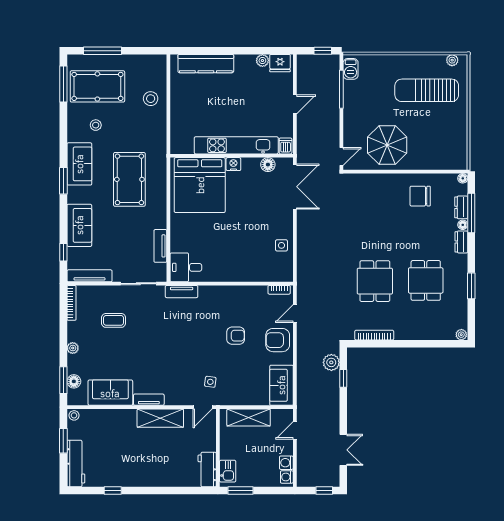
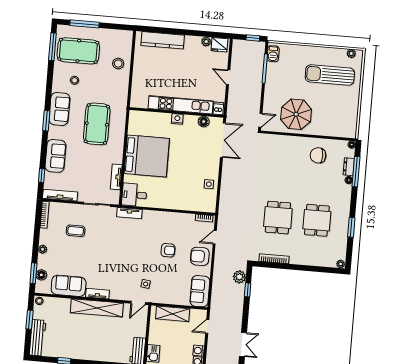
door: (295, 104) -> (228, 77), swing flipped
bed: (200, 185) -> (147, 156), moved, turned -90
dresser: (461, 242) -> (347, 193), removed
shelving: (160, 418) -> (97, 308), width x1.47

